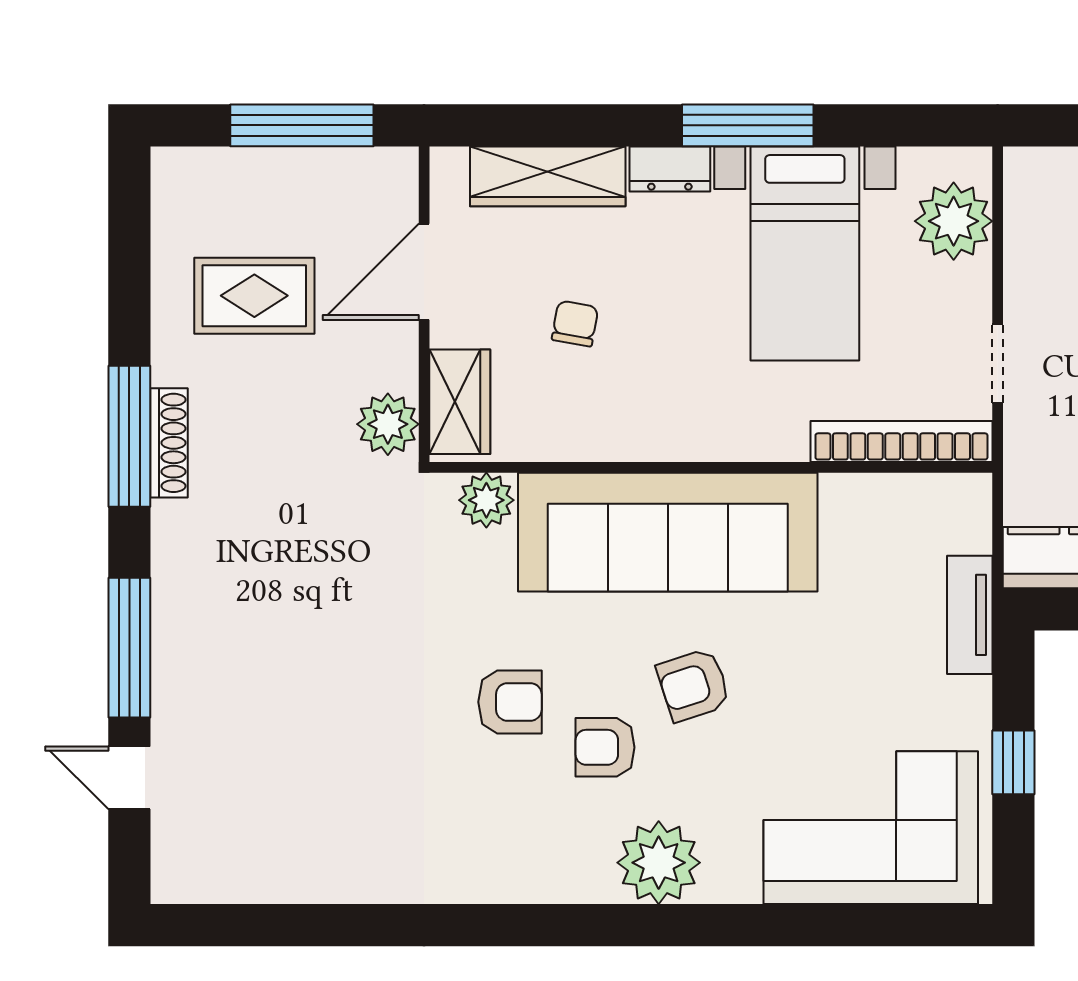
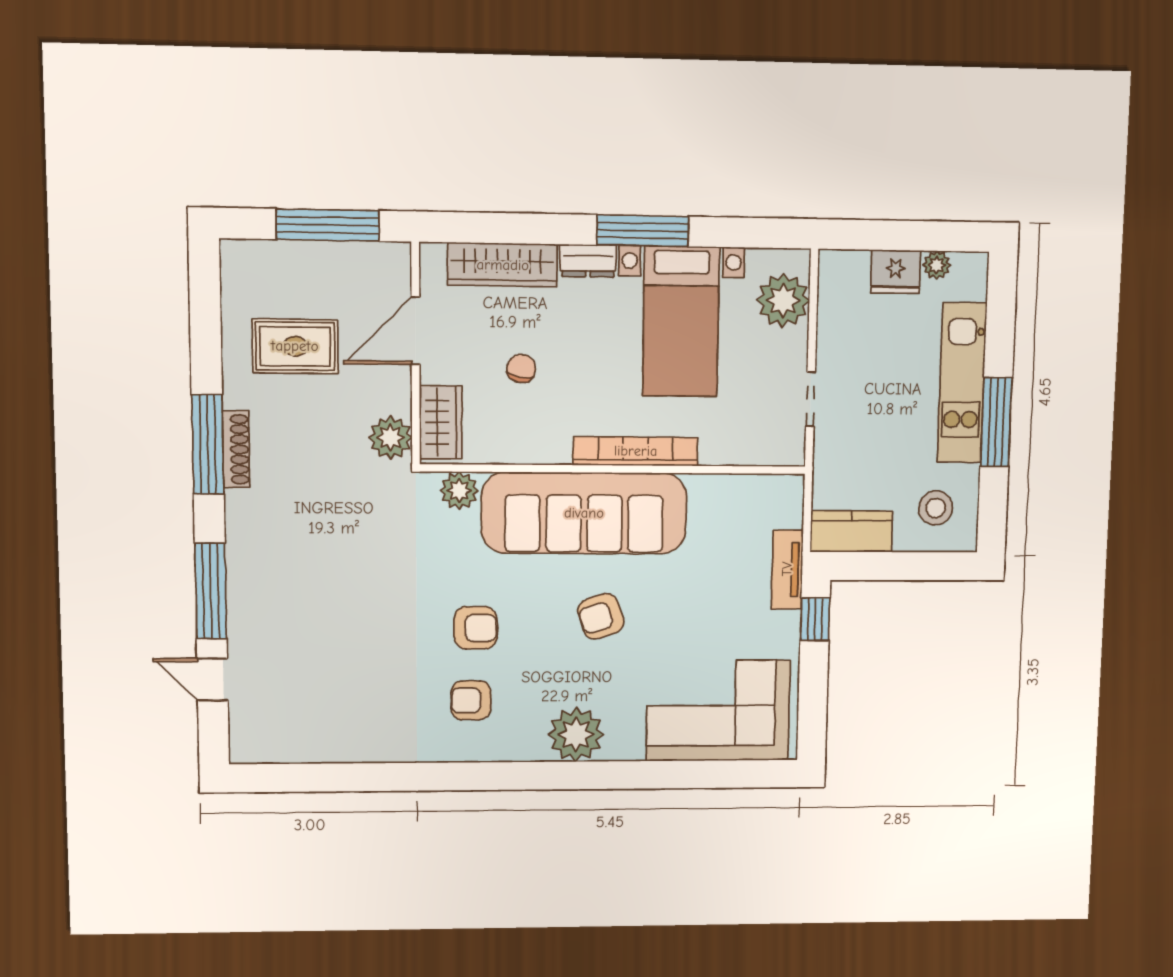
bookcase: (901, 441) -> (636, 451), moved
armchair: (605, 747) -> (471, 700), moved
window: (1013, 762) -> (815, 619), moved

